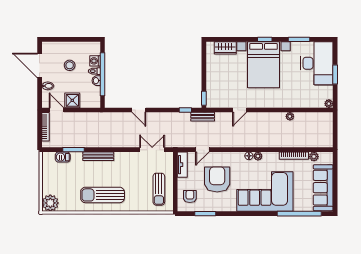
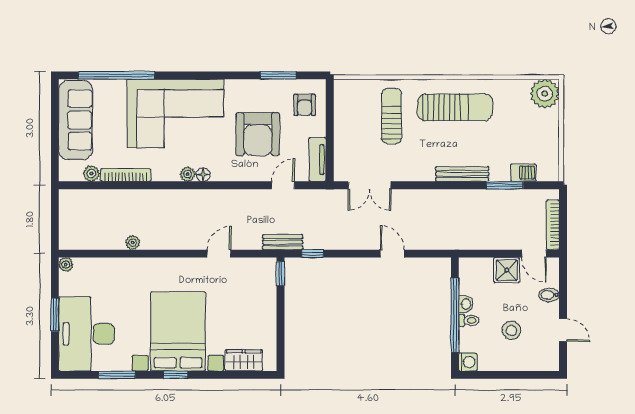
washing machine: (95, 61) -> (468, 362), moved
door: (40, 66) -> (563, 330), width x0.53
sun lounger: (159, 189) -> (392, 116), moved

